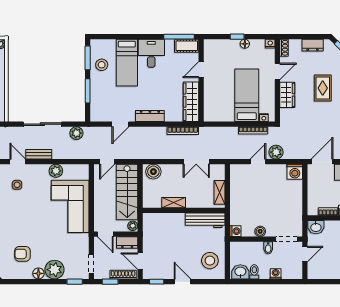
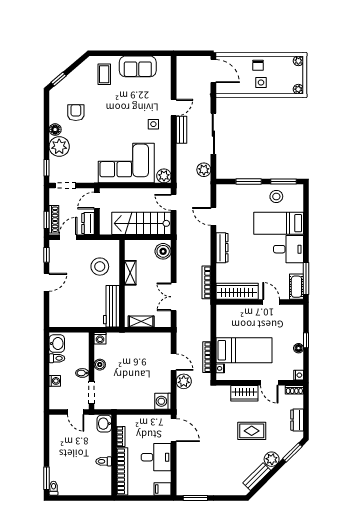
plant: (56, 171) -> (164, 176), moved
side table: (17, 185) -> (153, 124), moved
plant: (133, 226) -> (106, 229), removed
stool: (210, 261) -> (100, 267), moved
window: (110, 282) -> (47, 220), moved

